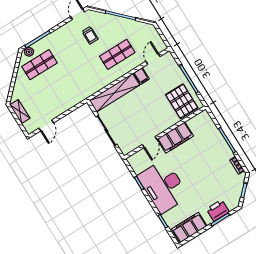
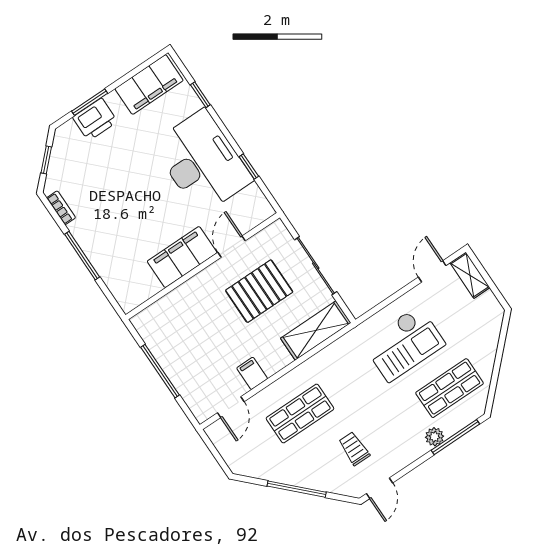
plant: (29, 52) -> (434, 437), moved
checkout: (62, 89) -> (404, 344), added
shelving: (115, 93) -> (316, 331), width x0.68
pallet: (182, 101) -> (259, 291), moved, turned 90
shelving: (20, 112) -> (470, 275), moved

